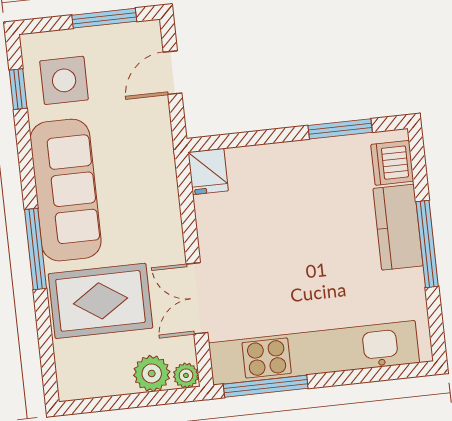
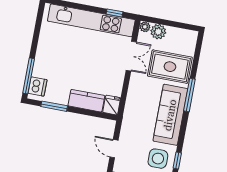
door: (173, 73) -> (114, 149), swing flipped
kitchen counter: (398, 227) -> (86, 101), moved, turned -90
window: (427, 244) -> (29, 76), moved
window: (266, 386) -> (115, 13), width x0.46

